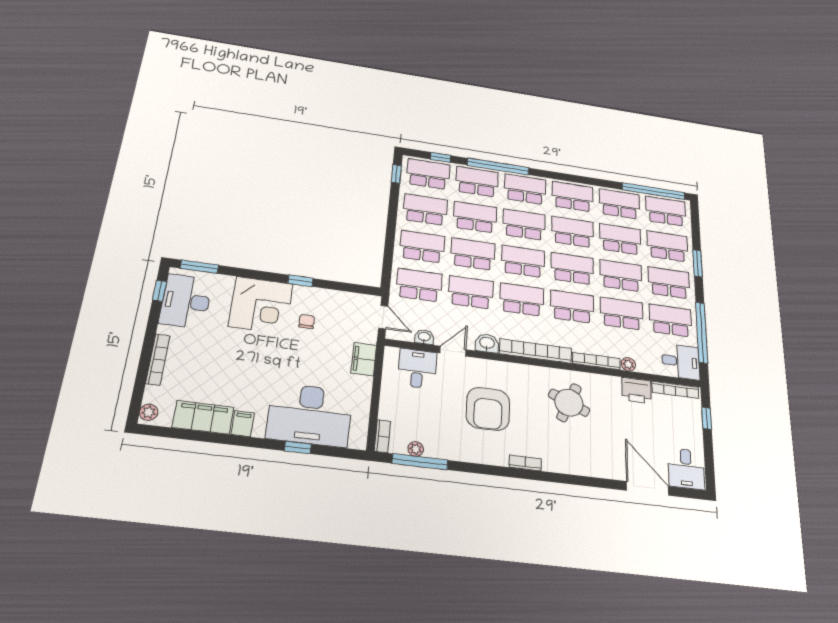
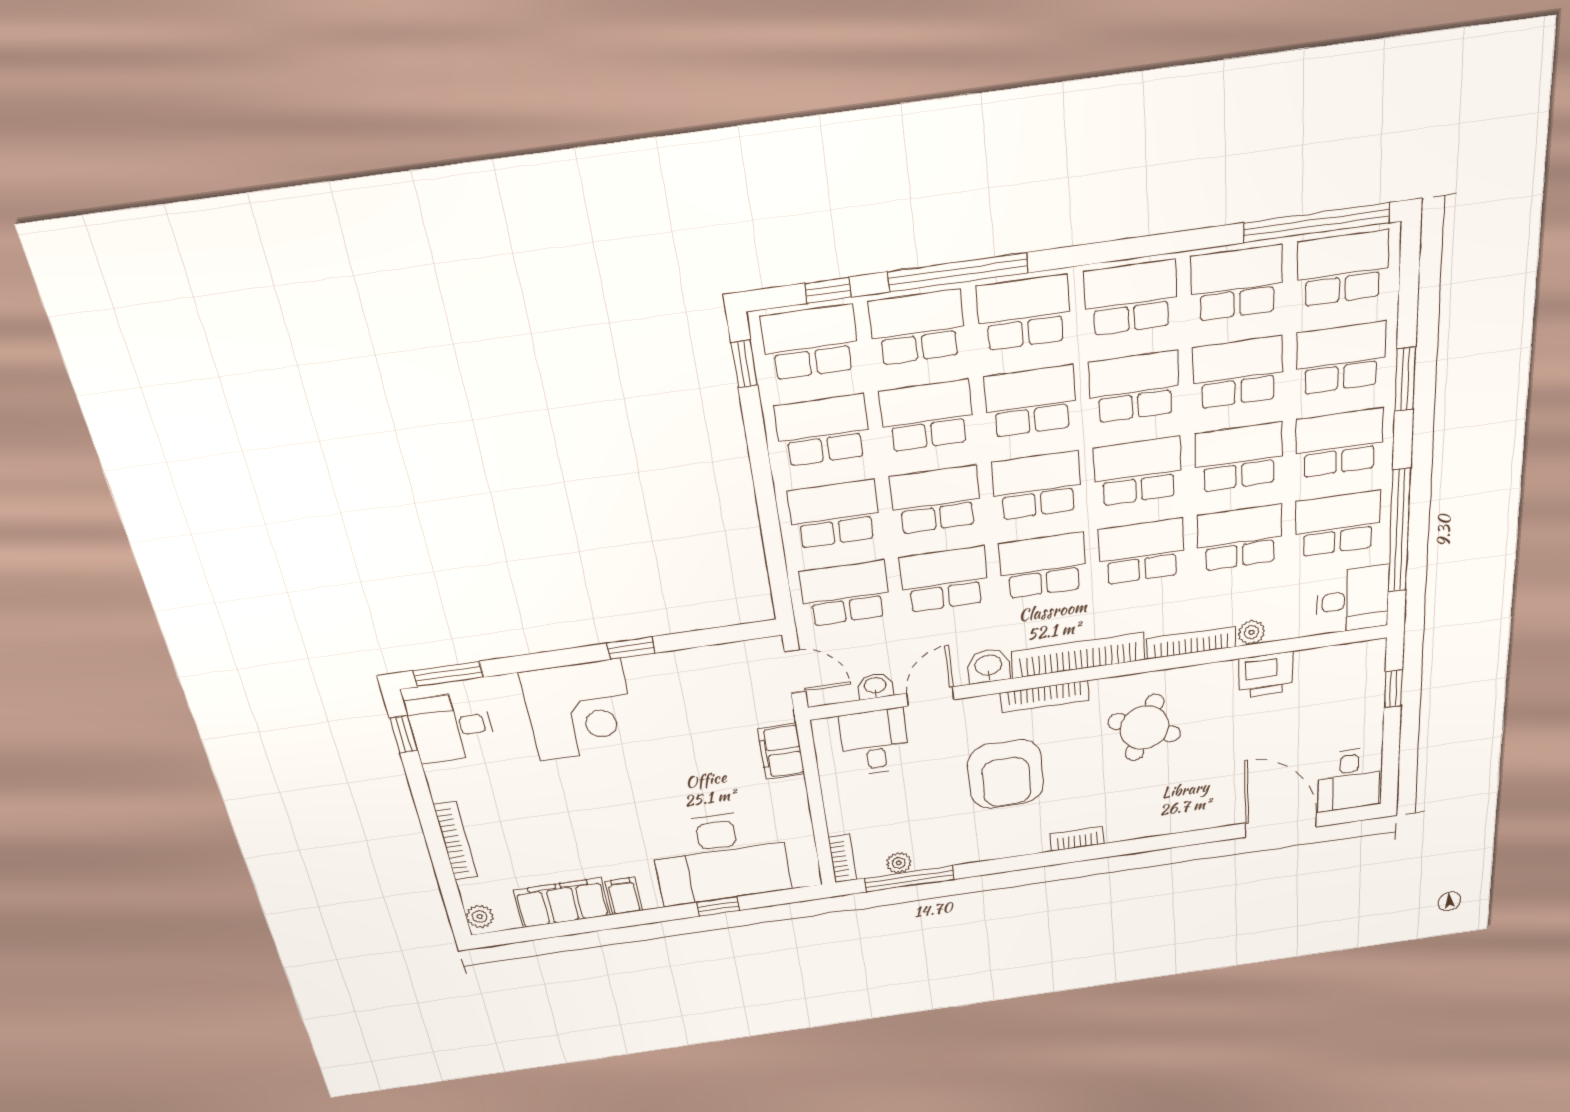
desk: (186, 301) -> (451, 727), width x0.73
chair: (307, 321) -> (666, 716), removed
bookcase: (675, 390) -> (1045, 696), moved

